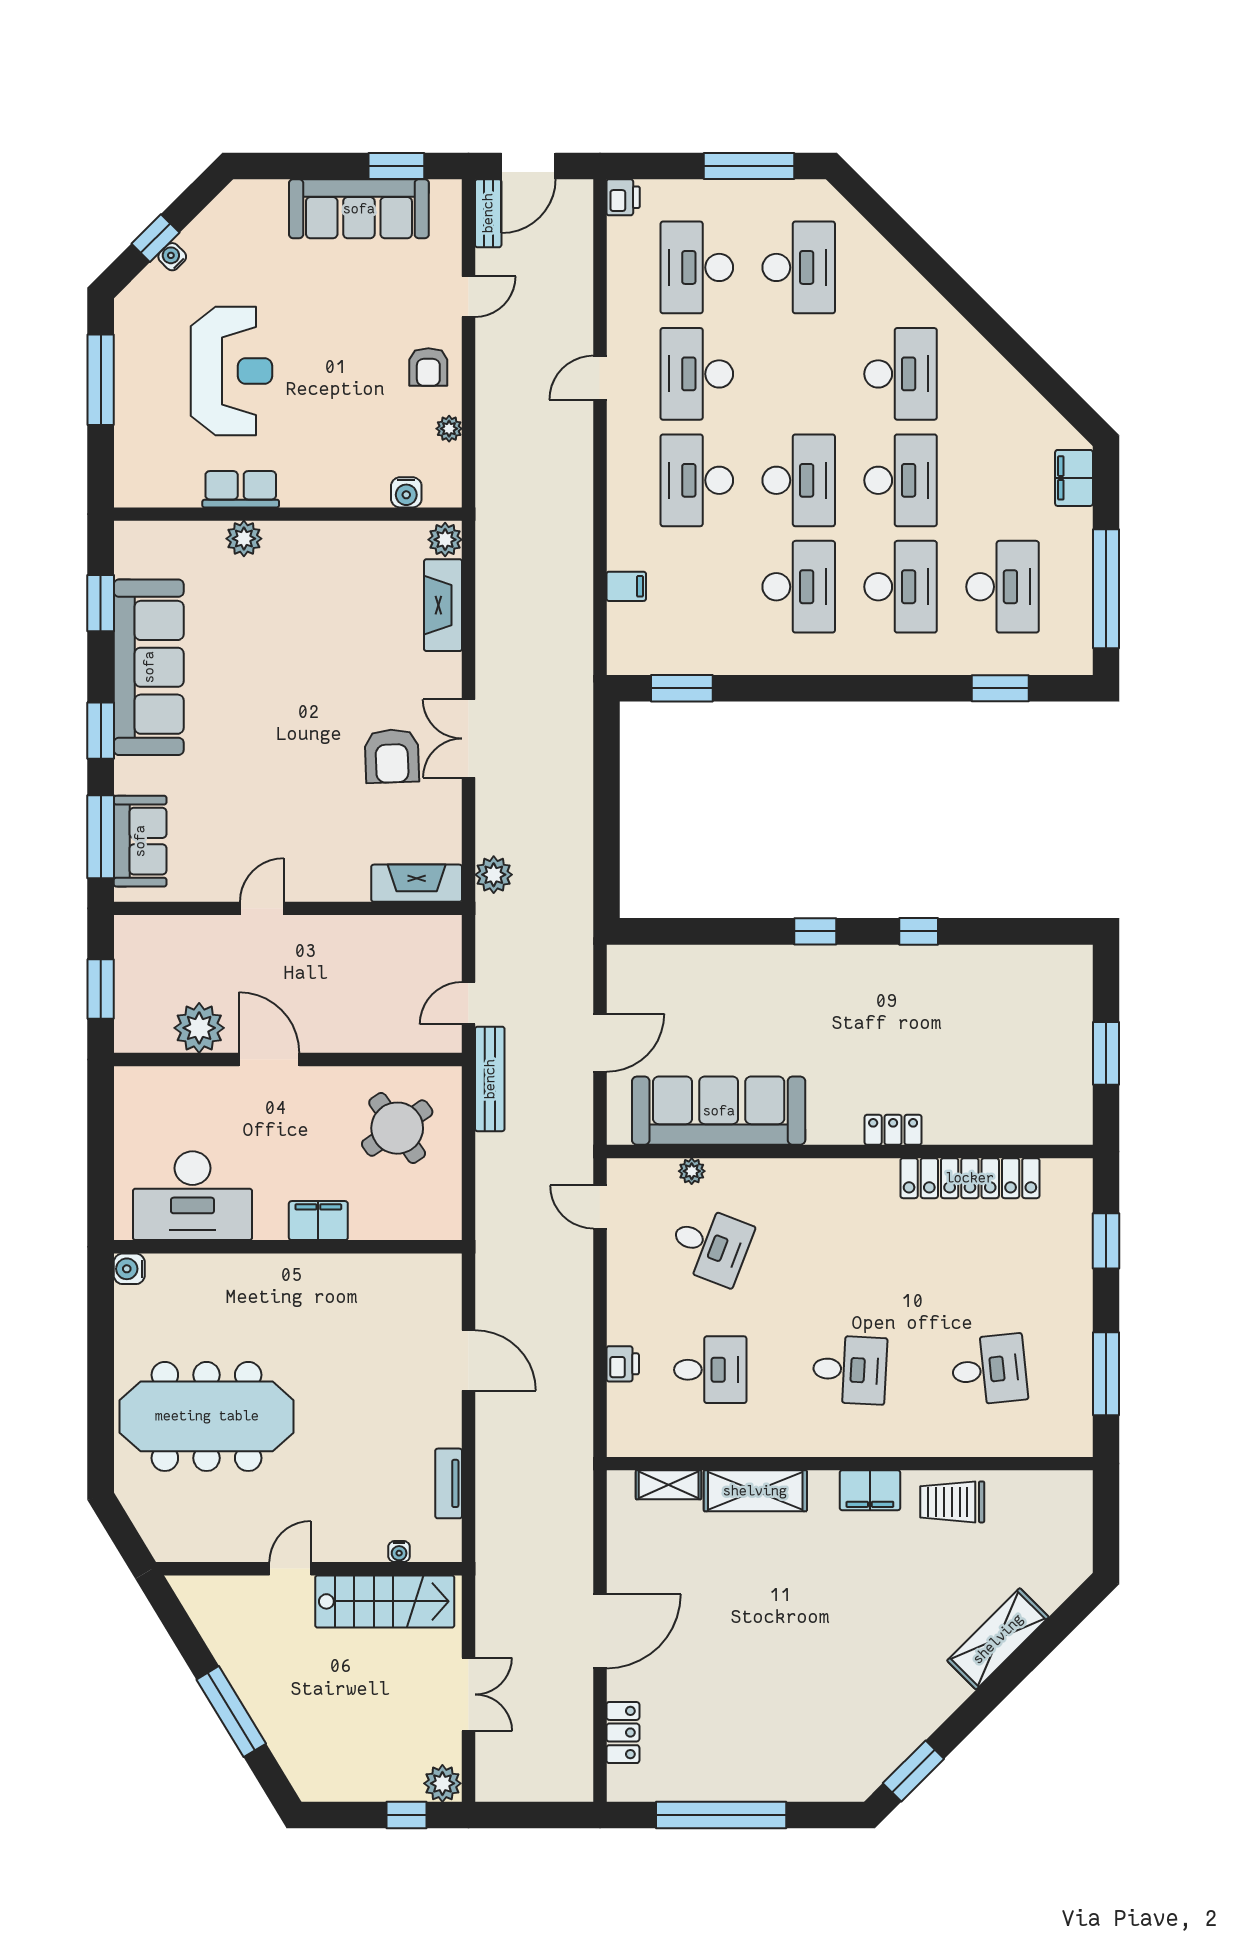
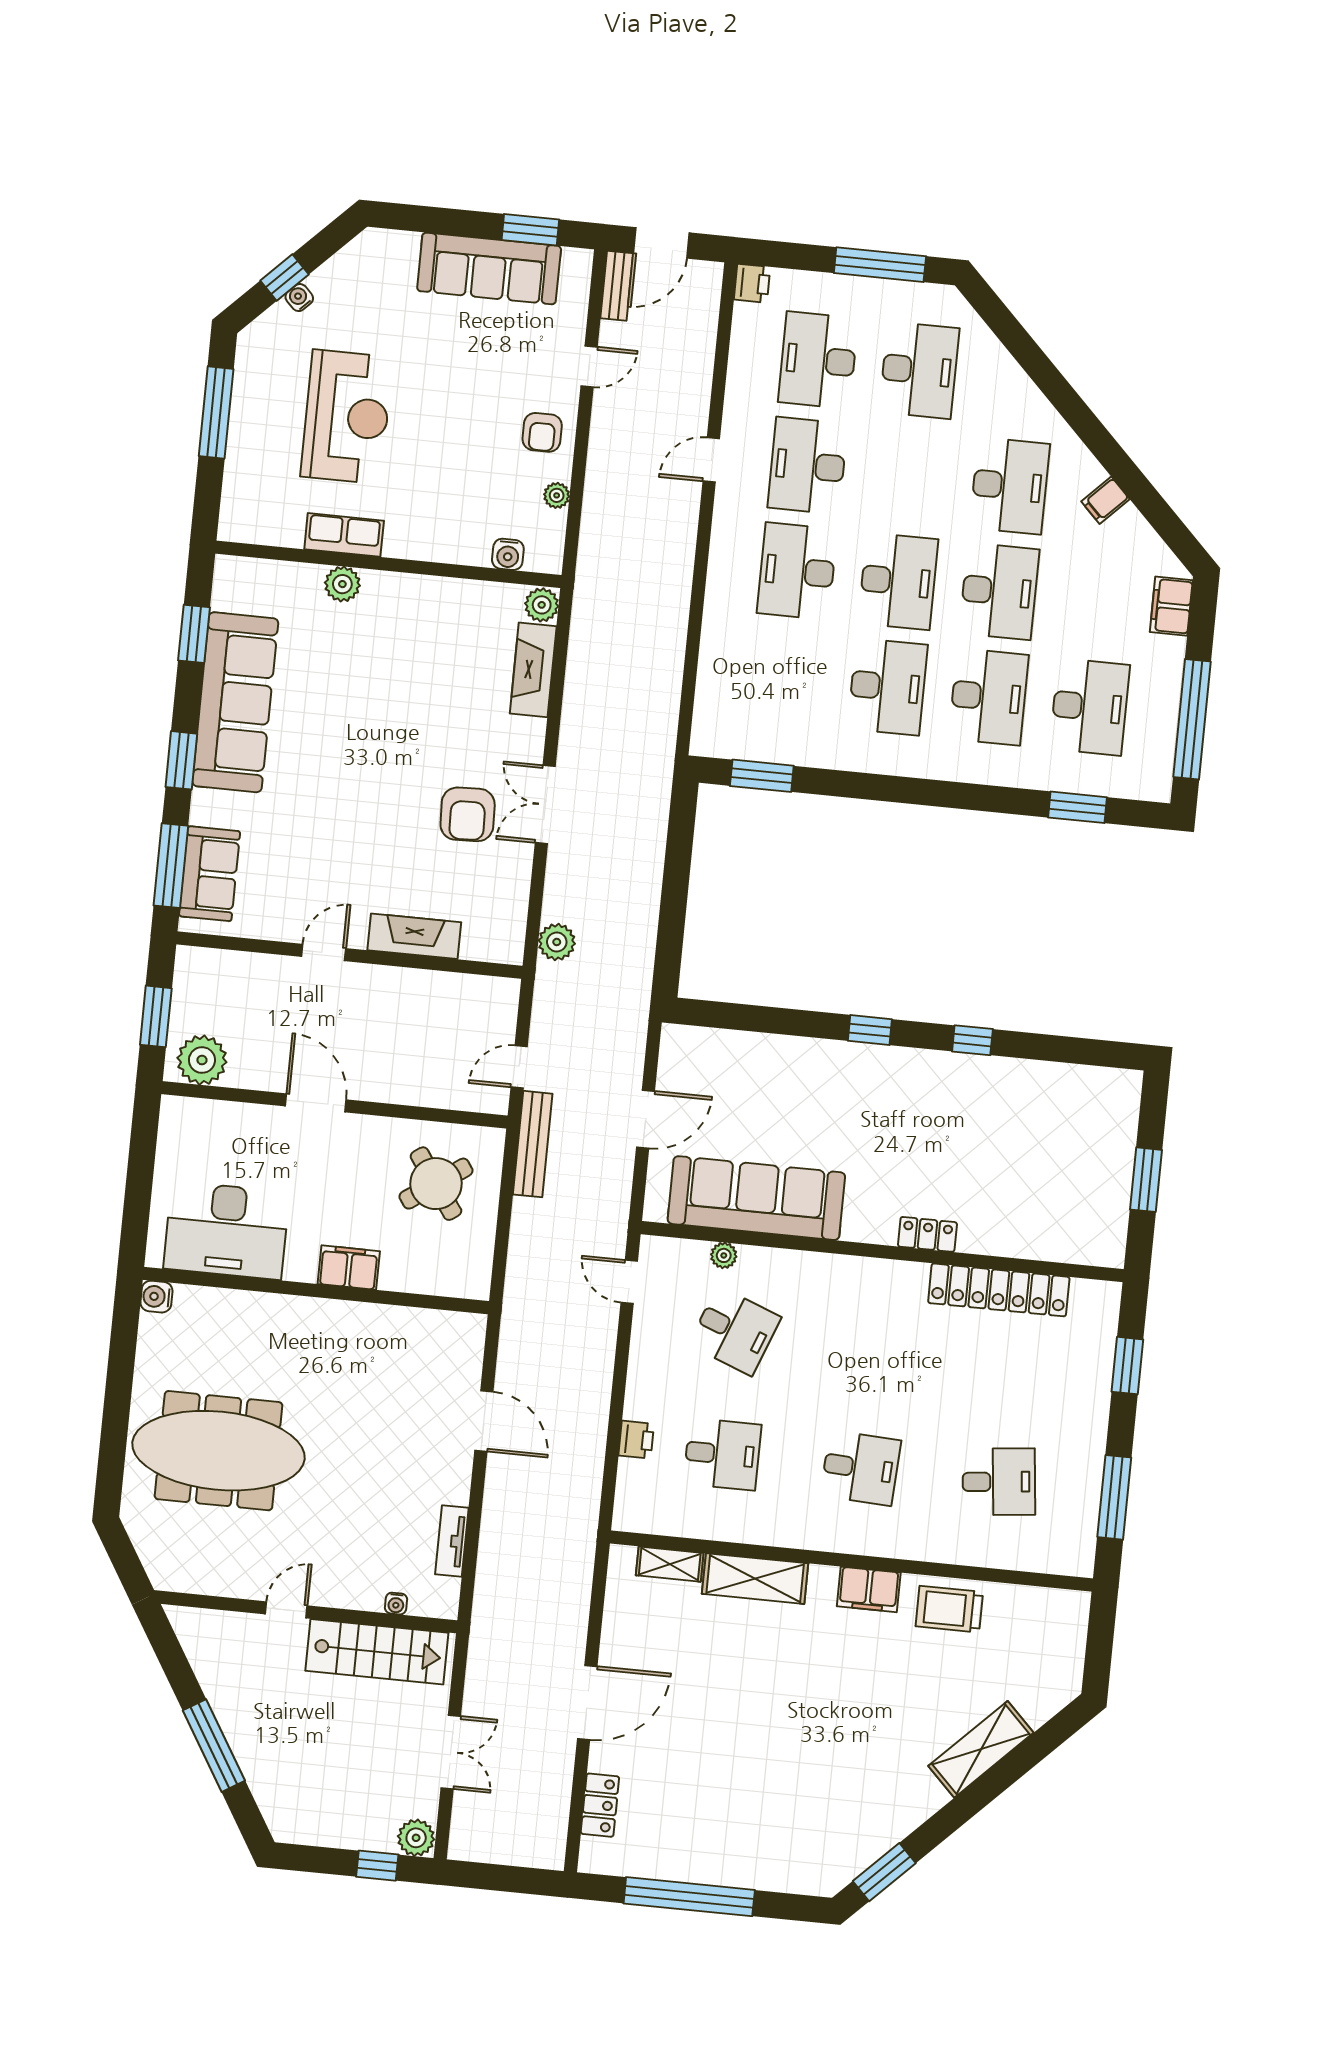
filing cabinet: (626, 586) -> (1106, 500), moved, turned 135
fireplace: (417, 883) -> (414, 936), moved
plant: (199, 1028) -> (202, 1060), moved

